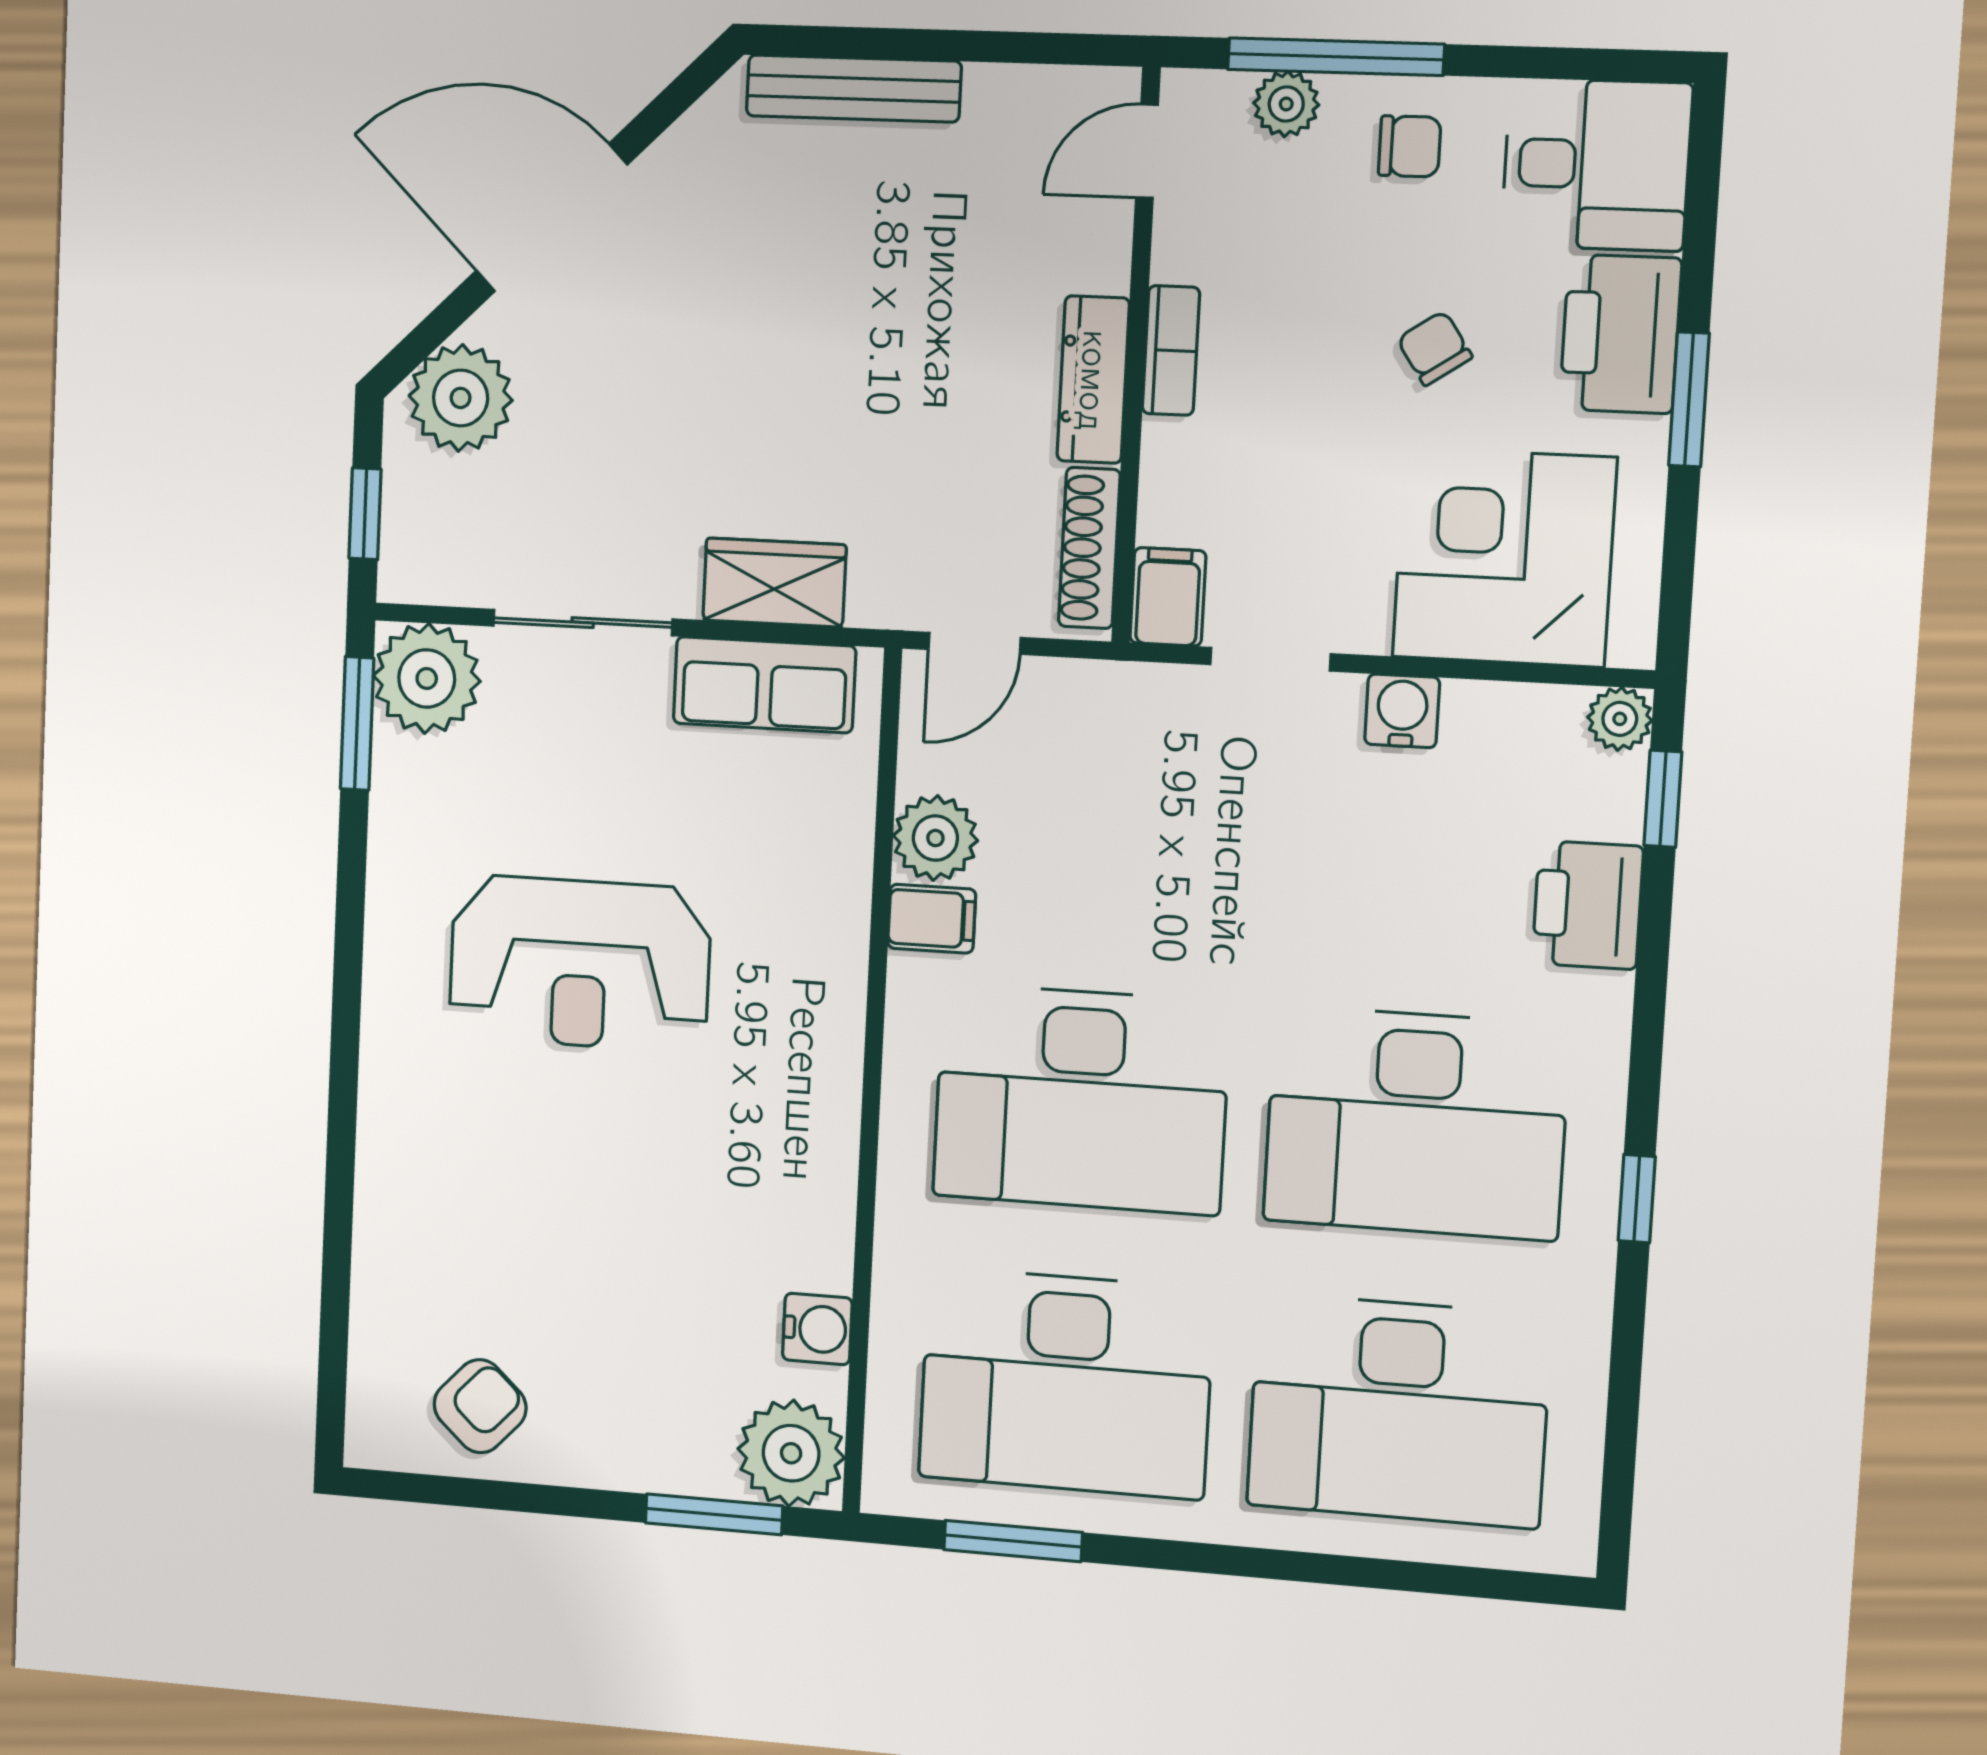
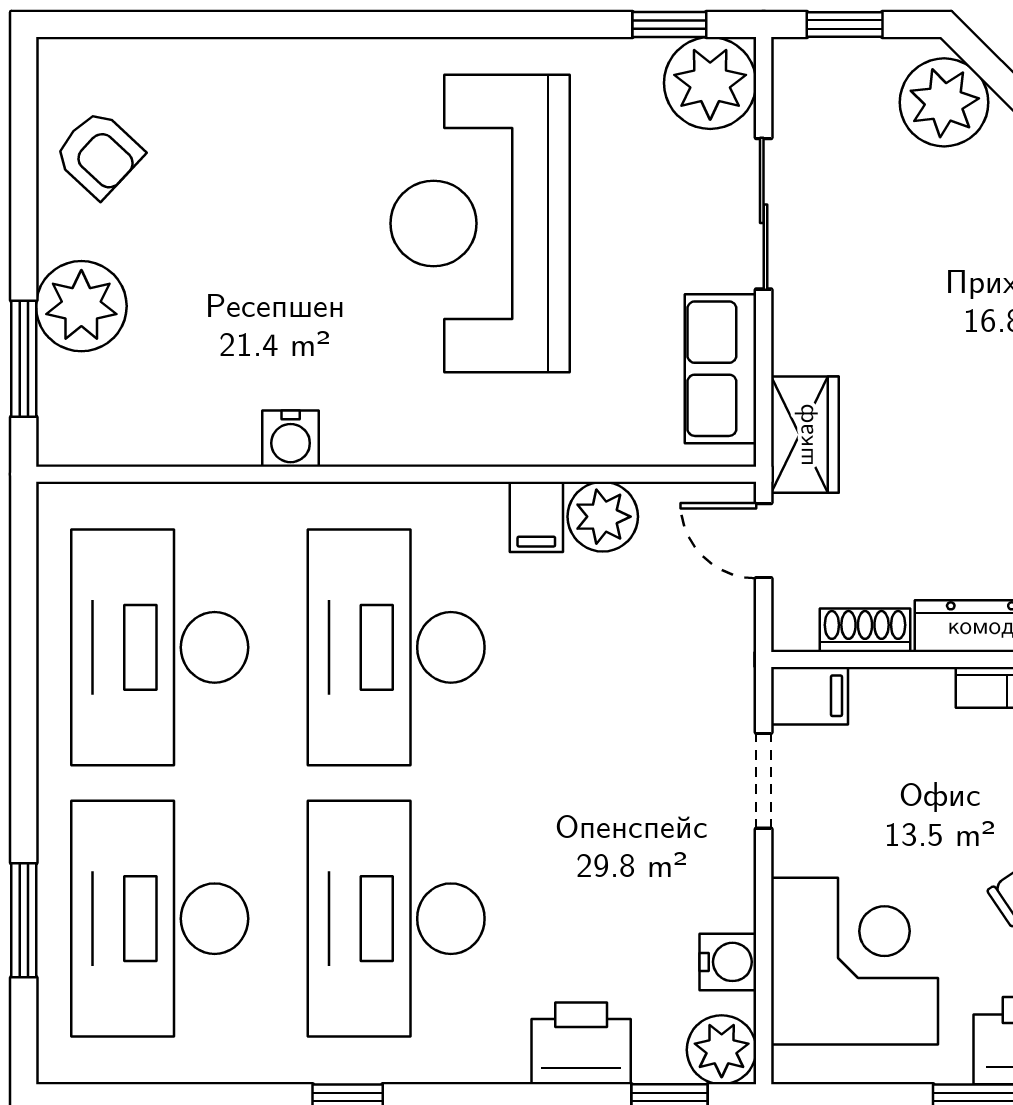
shoe rack: (1089, 548) -> (865, 630), width x0.70
wardrobe: (774, 583) -> (805, 435), moved
water cooler: (1402, 711) -> (728, 962), moved
plant: (1620, 719) -> (722, 1050), width x1.38, depth x1.38
window: (357, 723) -> (669, 25), width x0.67
reception desk: (579, 963) -> (480, 223), width x1.36, depth x1.30
water cooler: (817, 1329) -> (291, 439), moved
plant: (791, 1453) -> (81, 306), moved
window: (1013, 1541) -> (24, 920), moved

